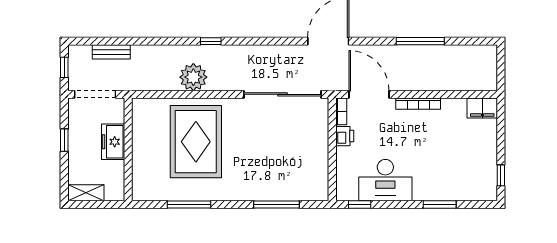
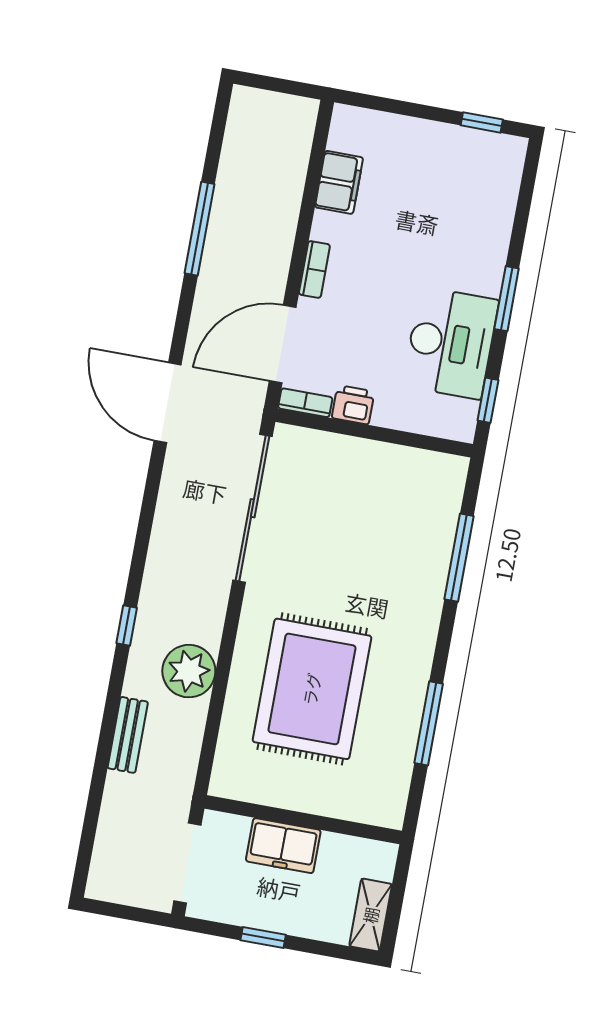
bench: (111, 52) -> (128, 735), moved
window: (64, 67) -> (125, 912), removed
bookcase: (418, 104) -> (314, 269), width x0.64
filing cabinet: (482, 108) -> (339, 182), moved
rug: (196, 142) -> (312, 689), turned 90
window: (440, 204) -> (507, 299), moved

